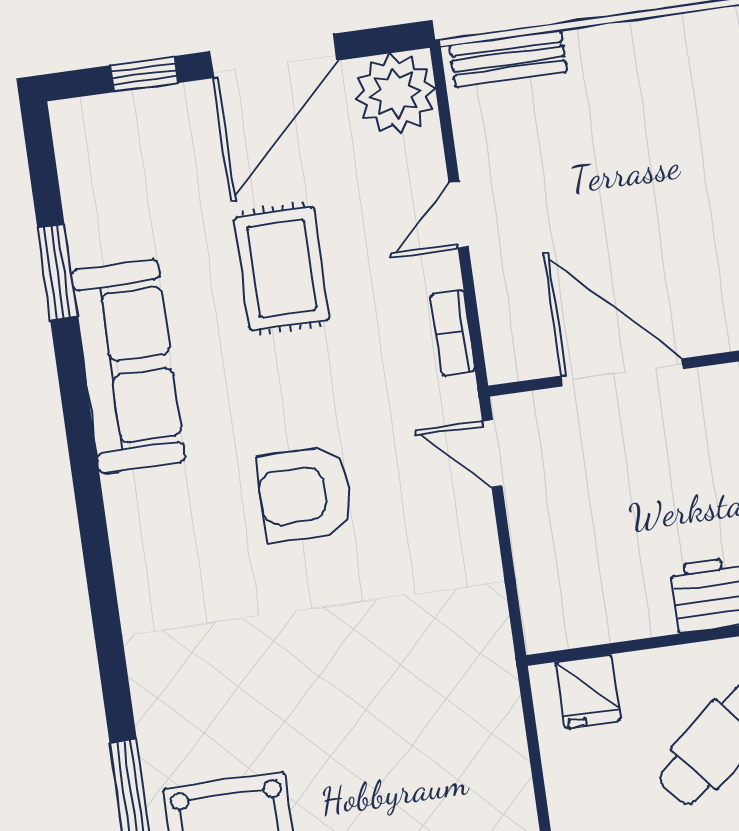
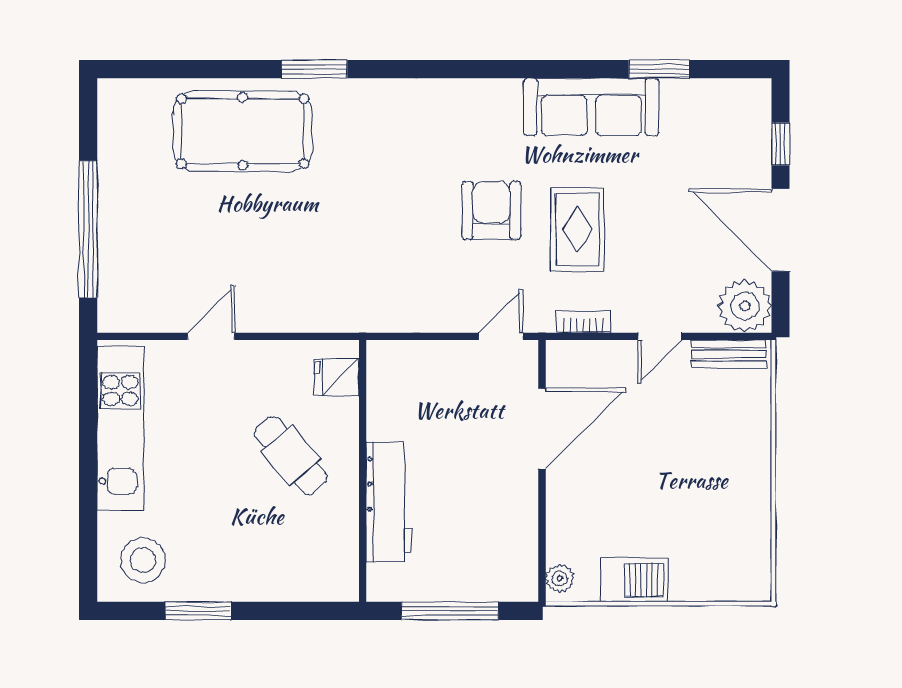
bench: (508, 59) -> (729, 354), moved, turned 90
door: (459, 215) -> (660, 336), swing flipped
rug: (282, 268) -> (577, 229), moved, turned 90

